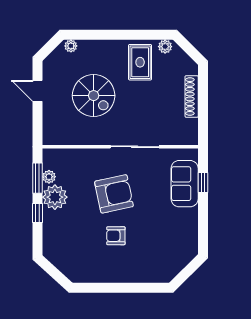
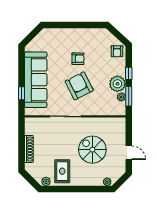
sofa: (185, 184) -> (36, 80), width x1.85, depth x1.27
armchair: (114, 194) -> (79, 86), turned 75
armchair: (56, 247) -> (117, 51), added

